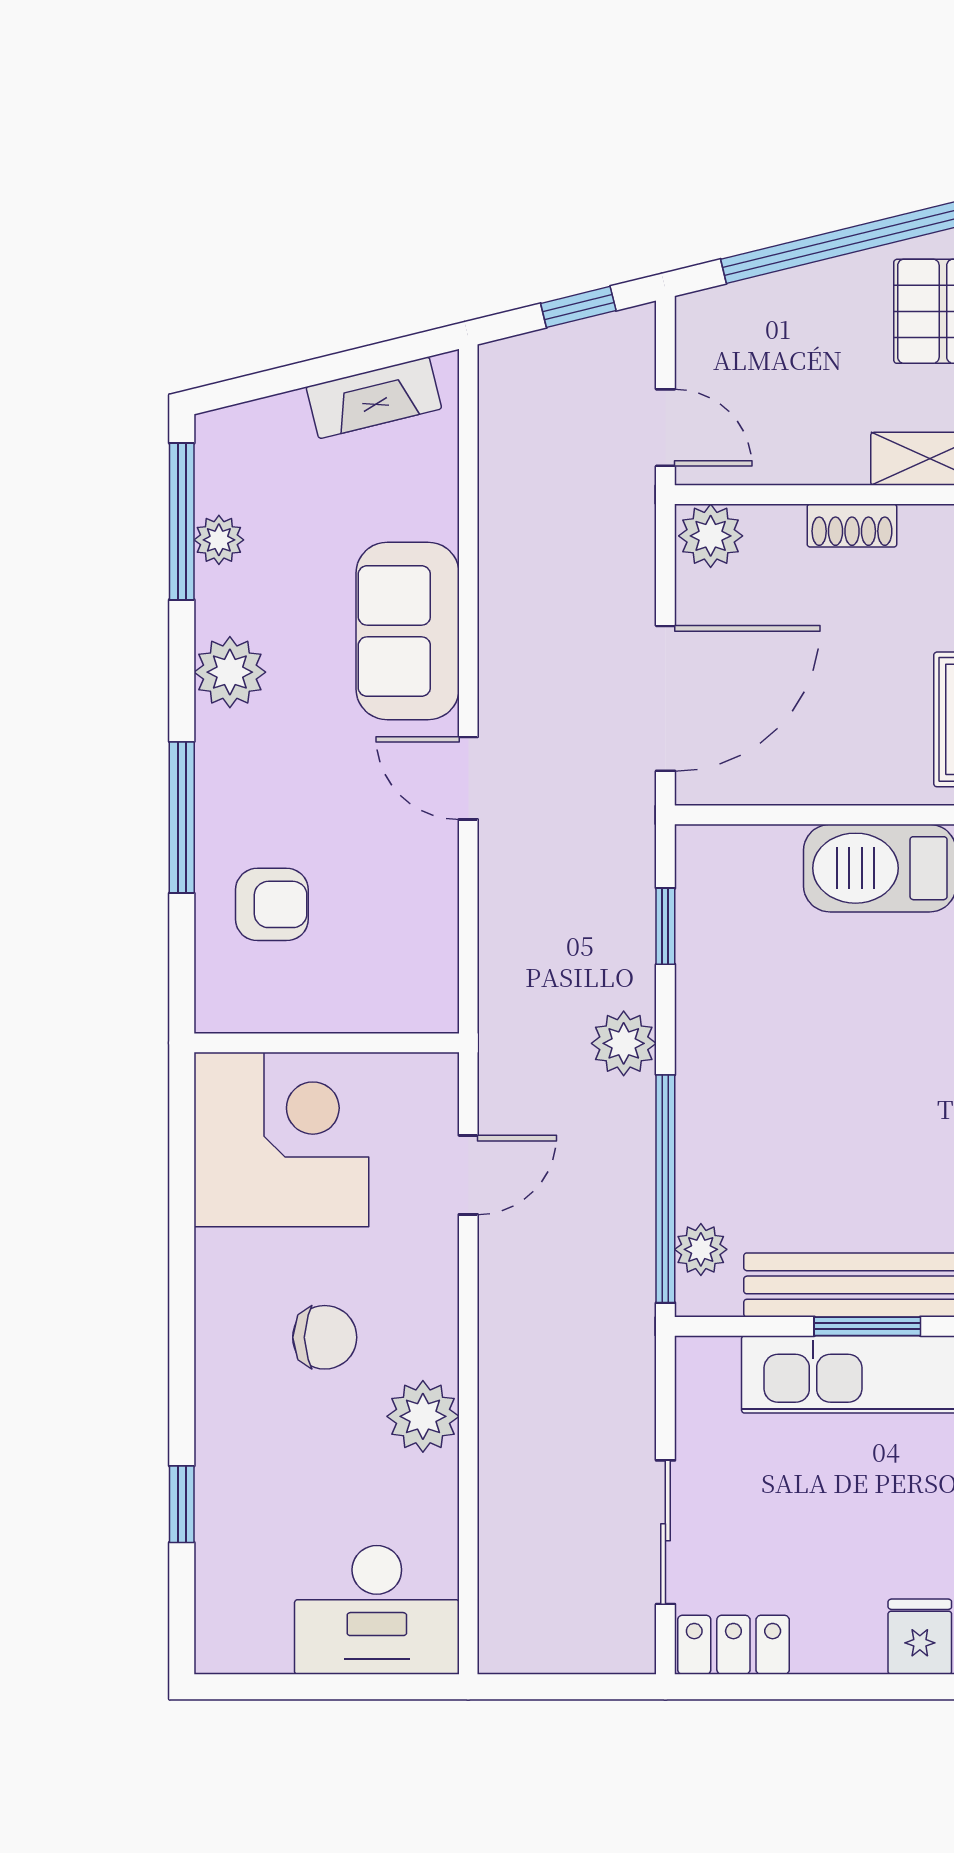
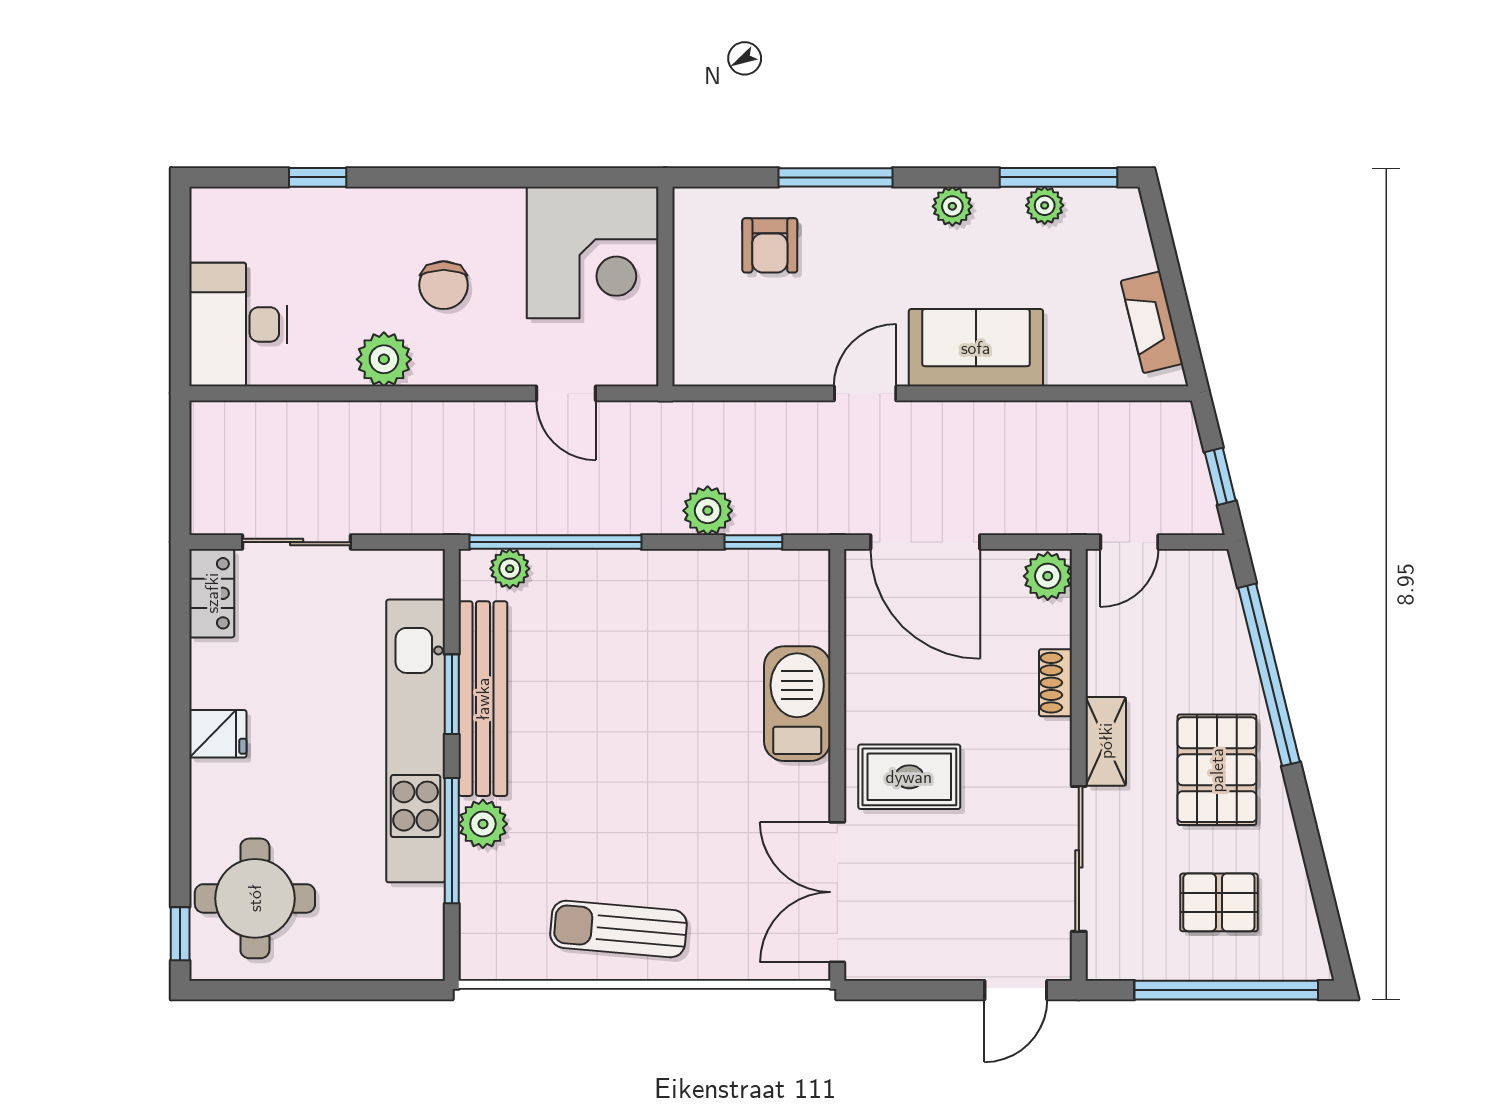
plant: (230, 672) -> (952, 206), width x0.73, depth x0.73
plant: (624, 1043) -> (708, 511), moved

